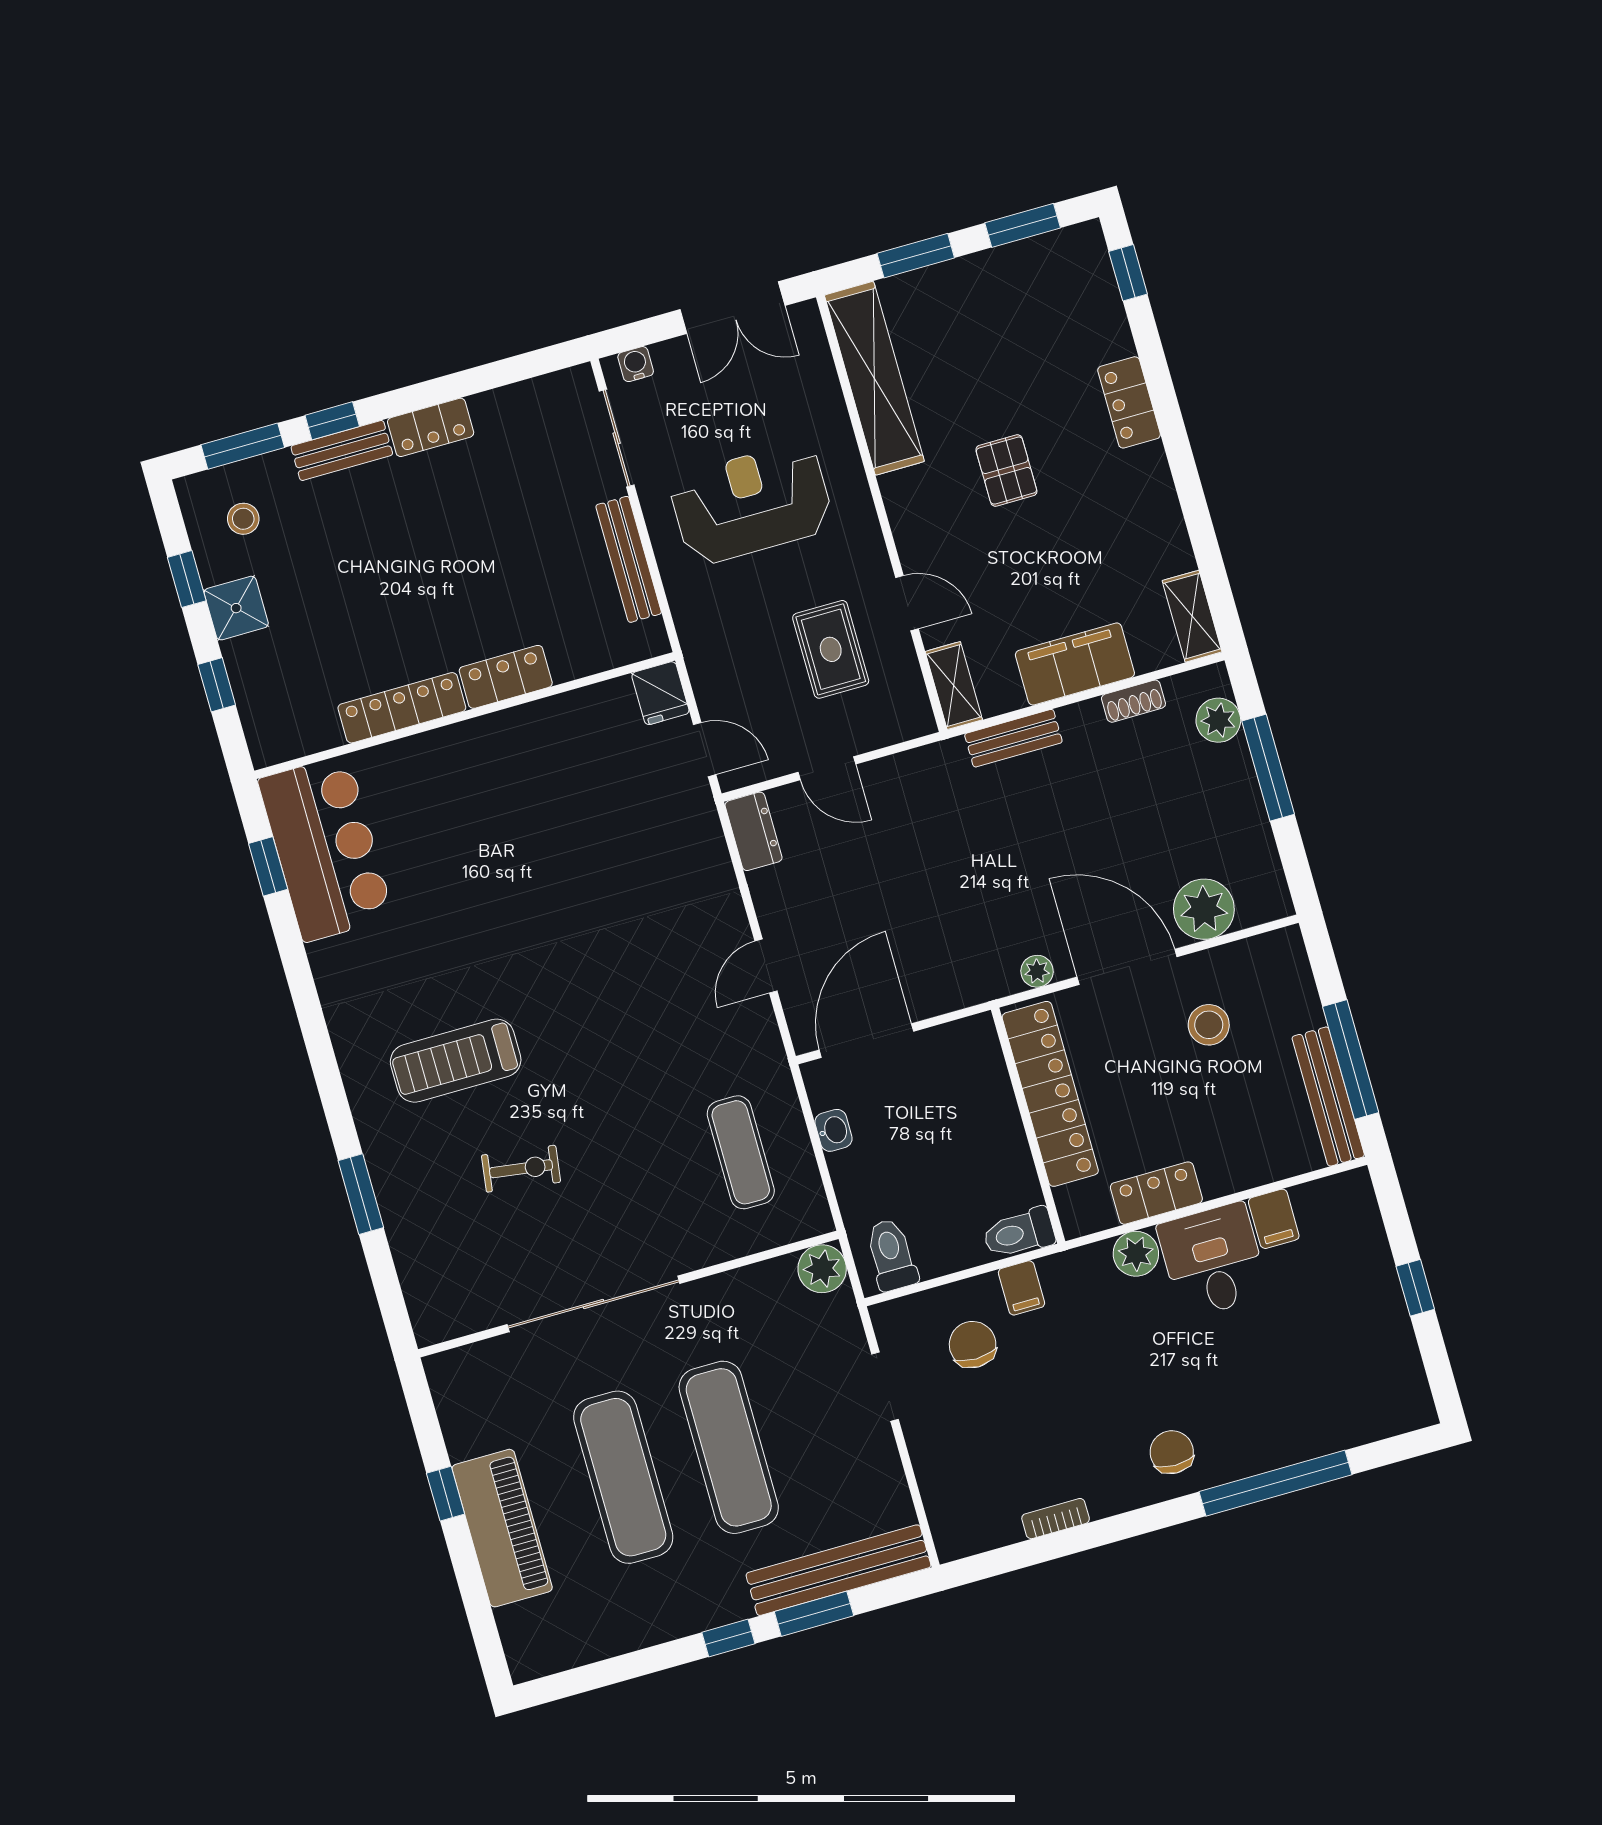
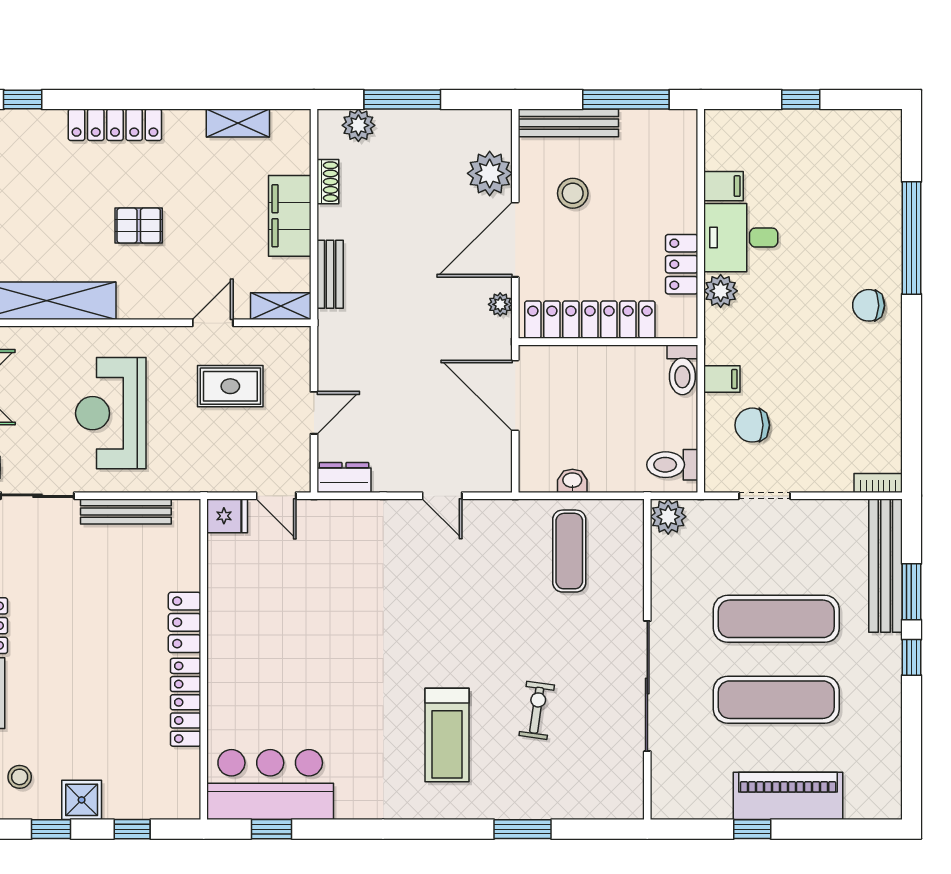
locker: (1129, 402) -> (115, 125), width x1.53
shelving: (1192, 616) -> (238, 123), moved
door: (705, 750) -> (276, 496), swing flipped
door: (866, 1041) -> (515, 396), moved
bench: (1328, 1097) -> (568, 123), moved
exercise mat: (741, 1152) -> (569, 551), turned 90
bookcase: (1056, 1519) -> (878, 483), moved, turned 90

